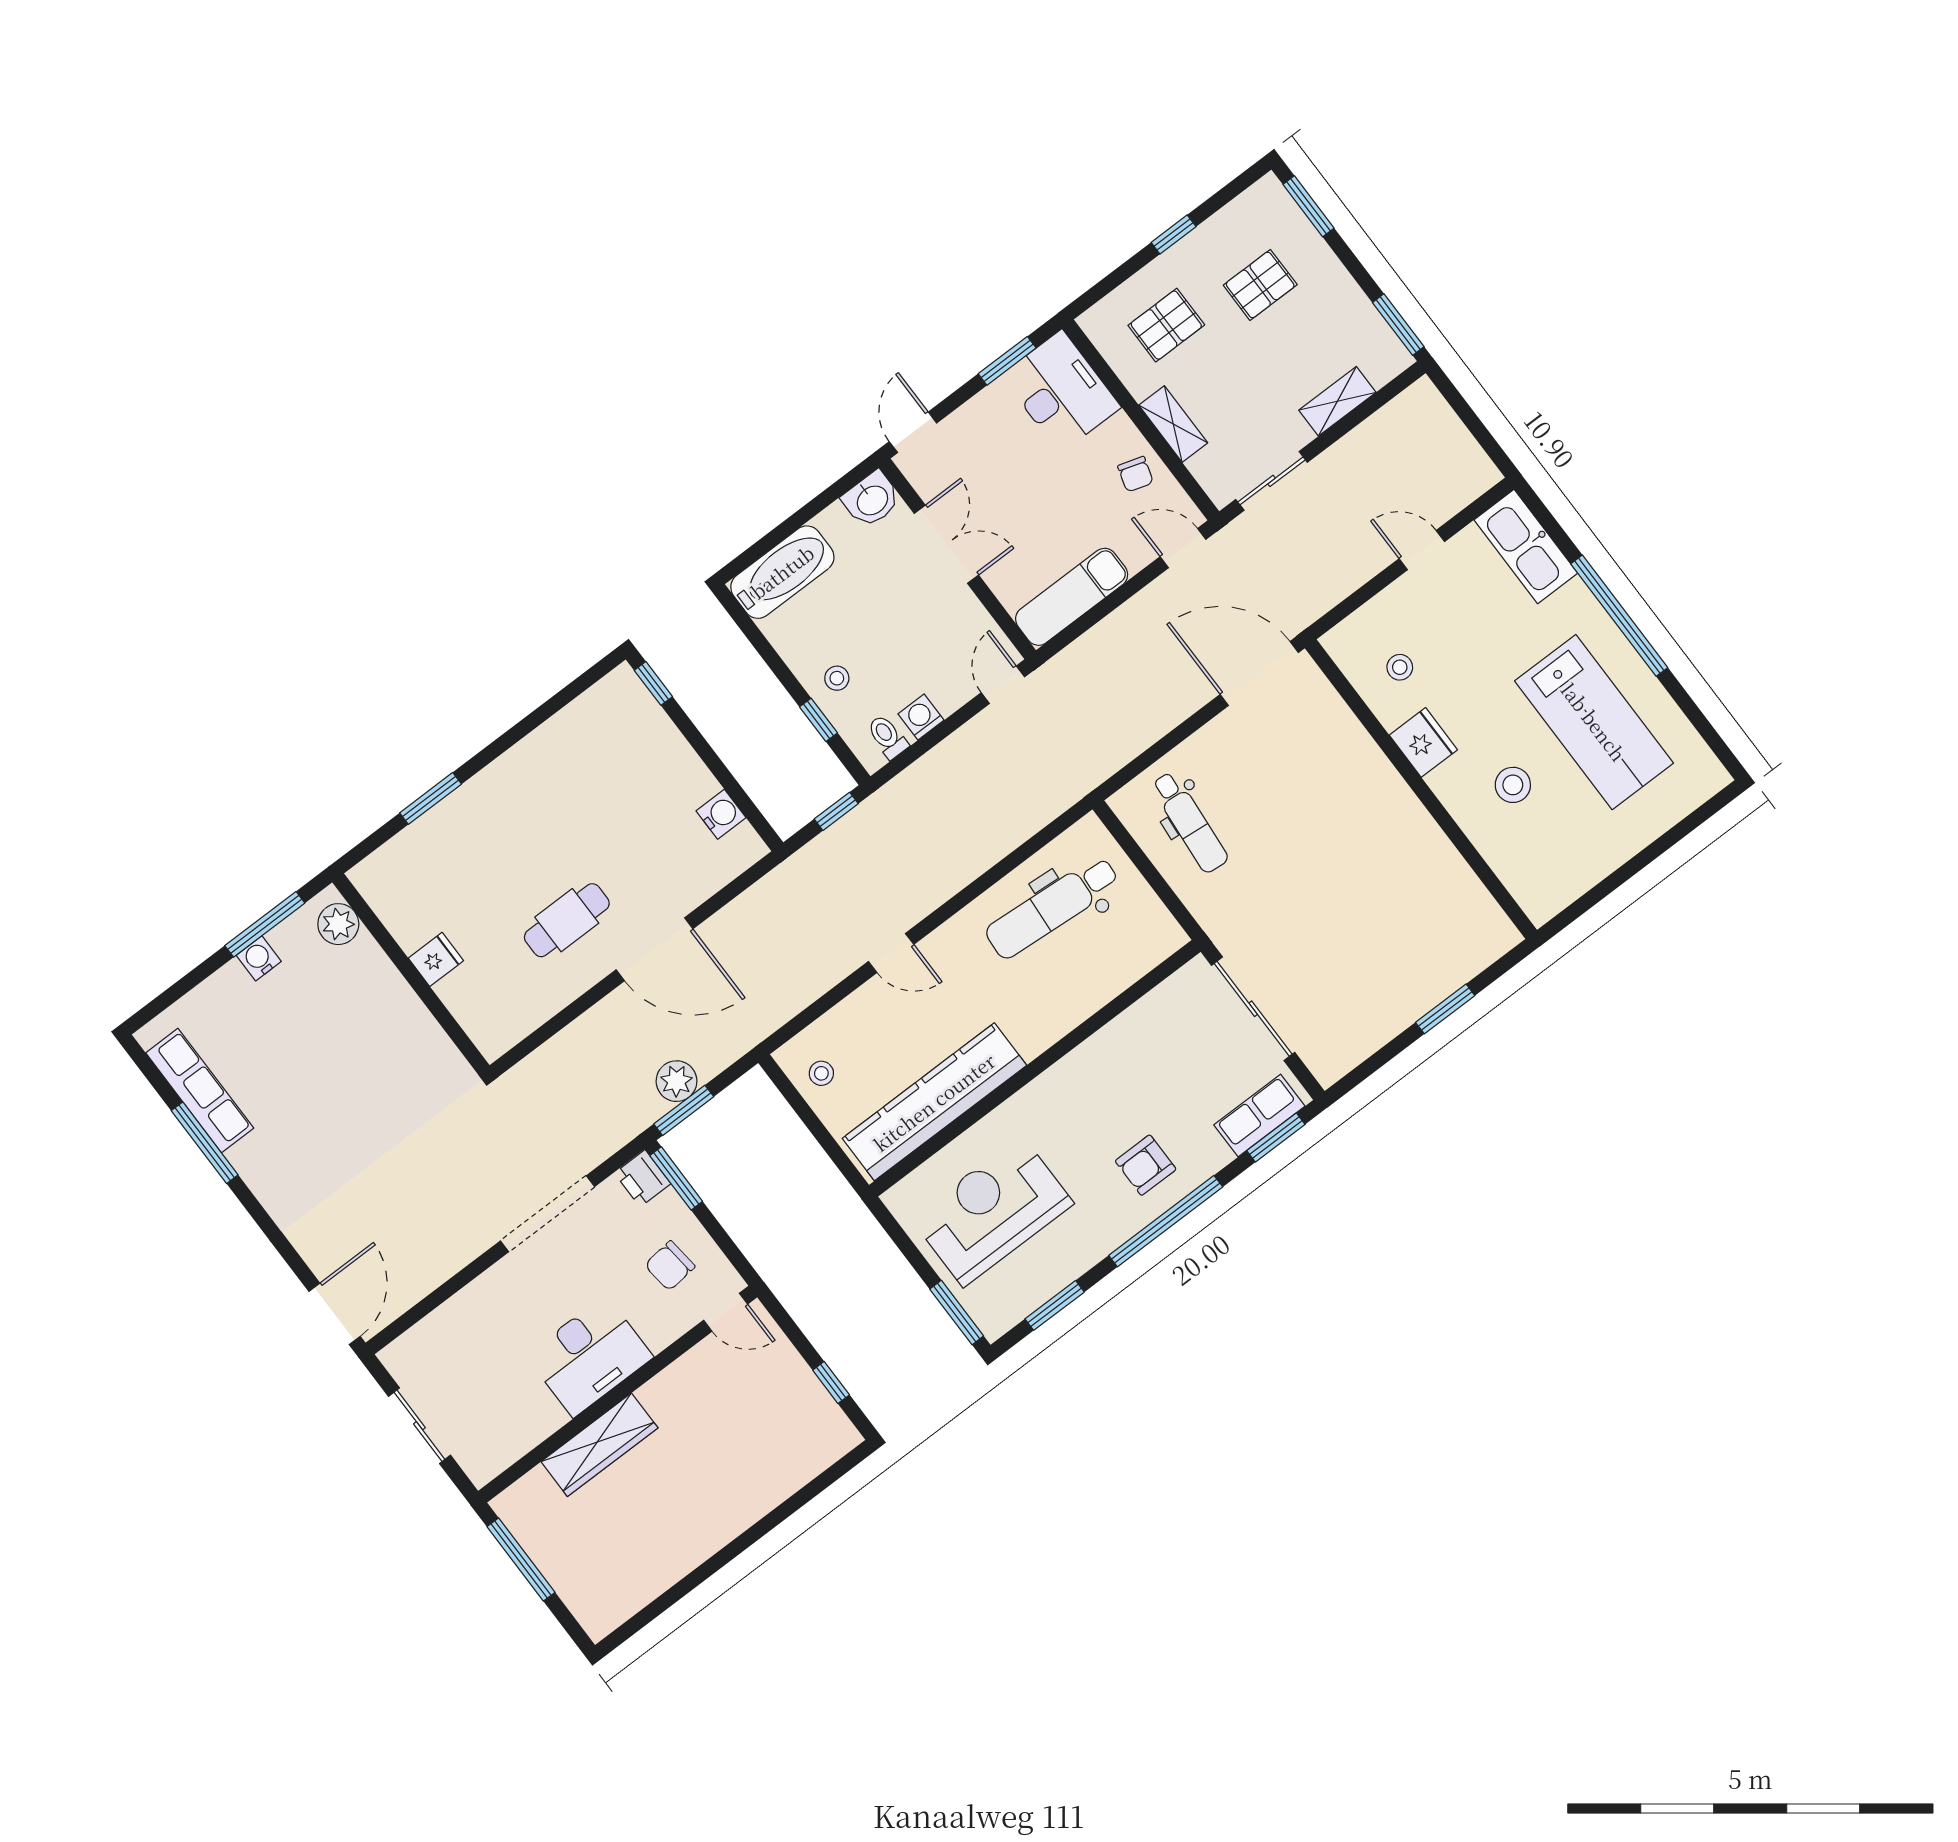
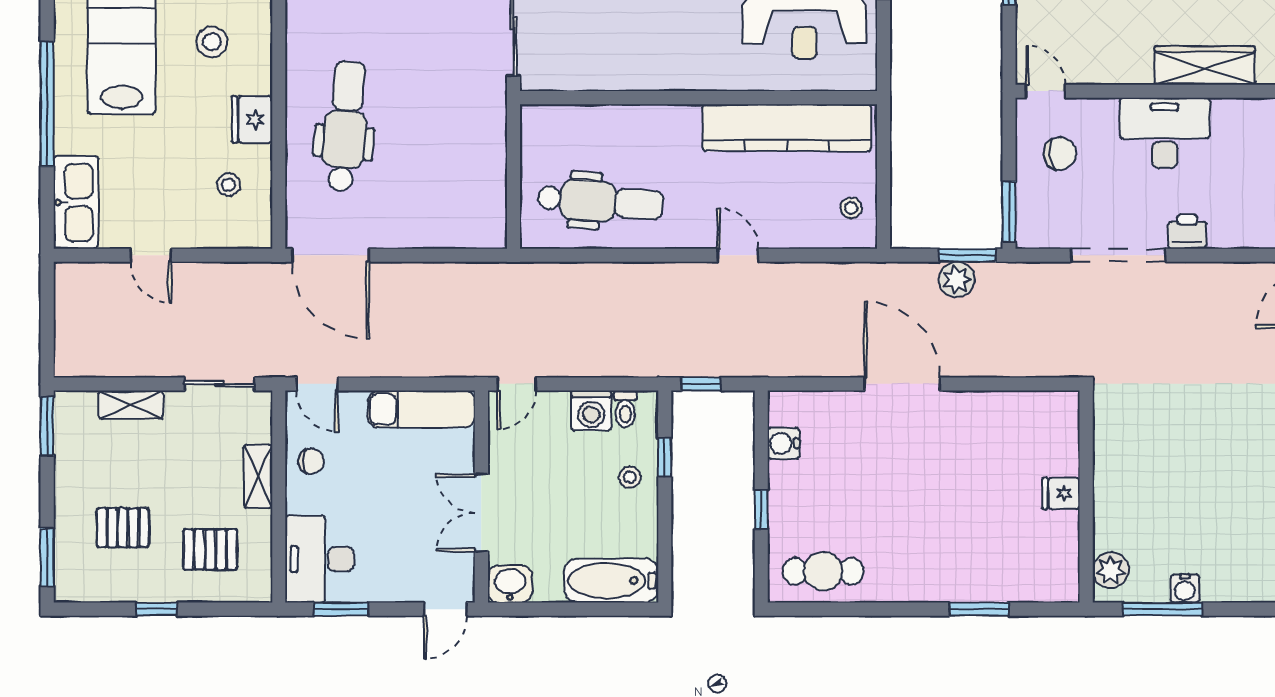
chair: (1135, 474) -> (311, 461), turned 73
window: (653, 683) -> (761, 510), moved
washing machine: (921, 717) -> (591, 411), width x1.38, depth x1.38
dental chair: (1190, 822) -> (345, 126), moved, width x1.36, depth x1.38
cafe table: (567, 920) -> (823, 571), moved
printer: (643, 1178) -> (1187, 232), moved, turned -90

